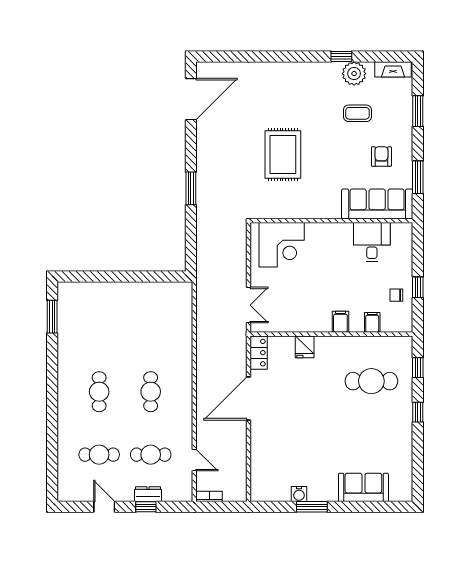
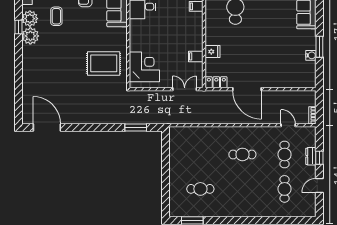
plant: (328, 74) -> (30, 36), added
rug: (283, 155) -> (104, 63), moved
window: (191, 188) -> (136, 128), moved
filing cabinet: (340, 322) -> (196, 56), moved
cafe table: (99, 392) -> (200, 189), moved
door: (194, 460) -> (288, 125), hinge flipped

